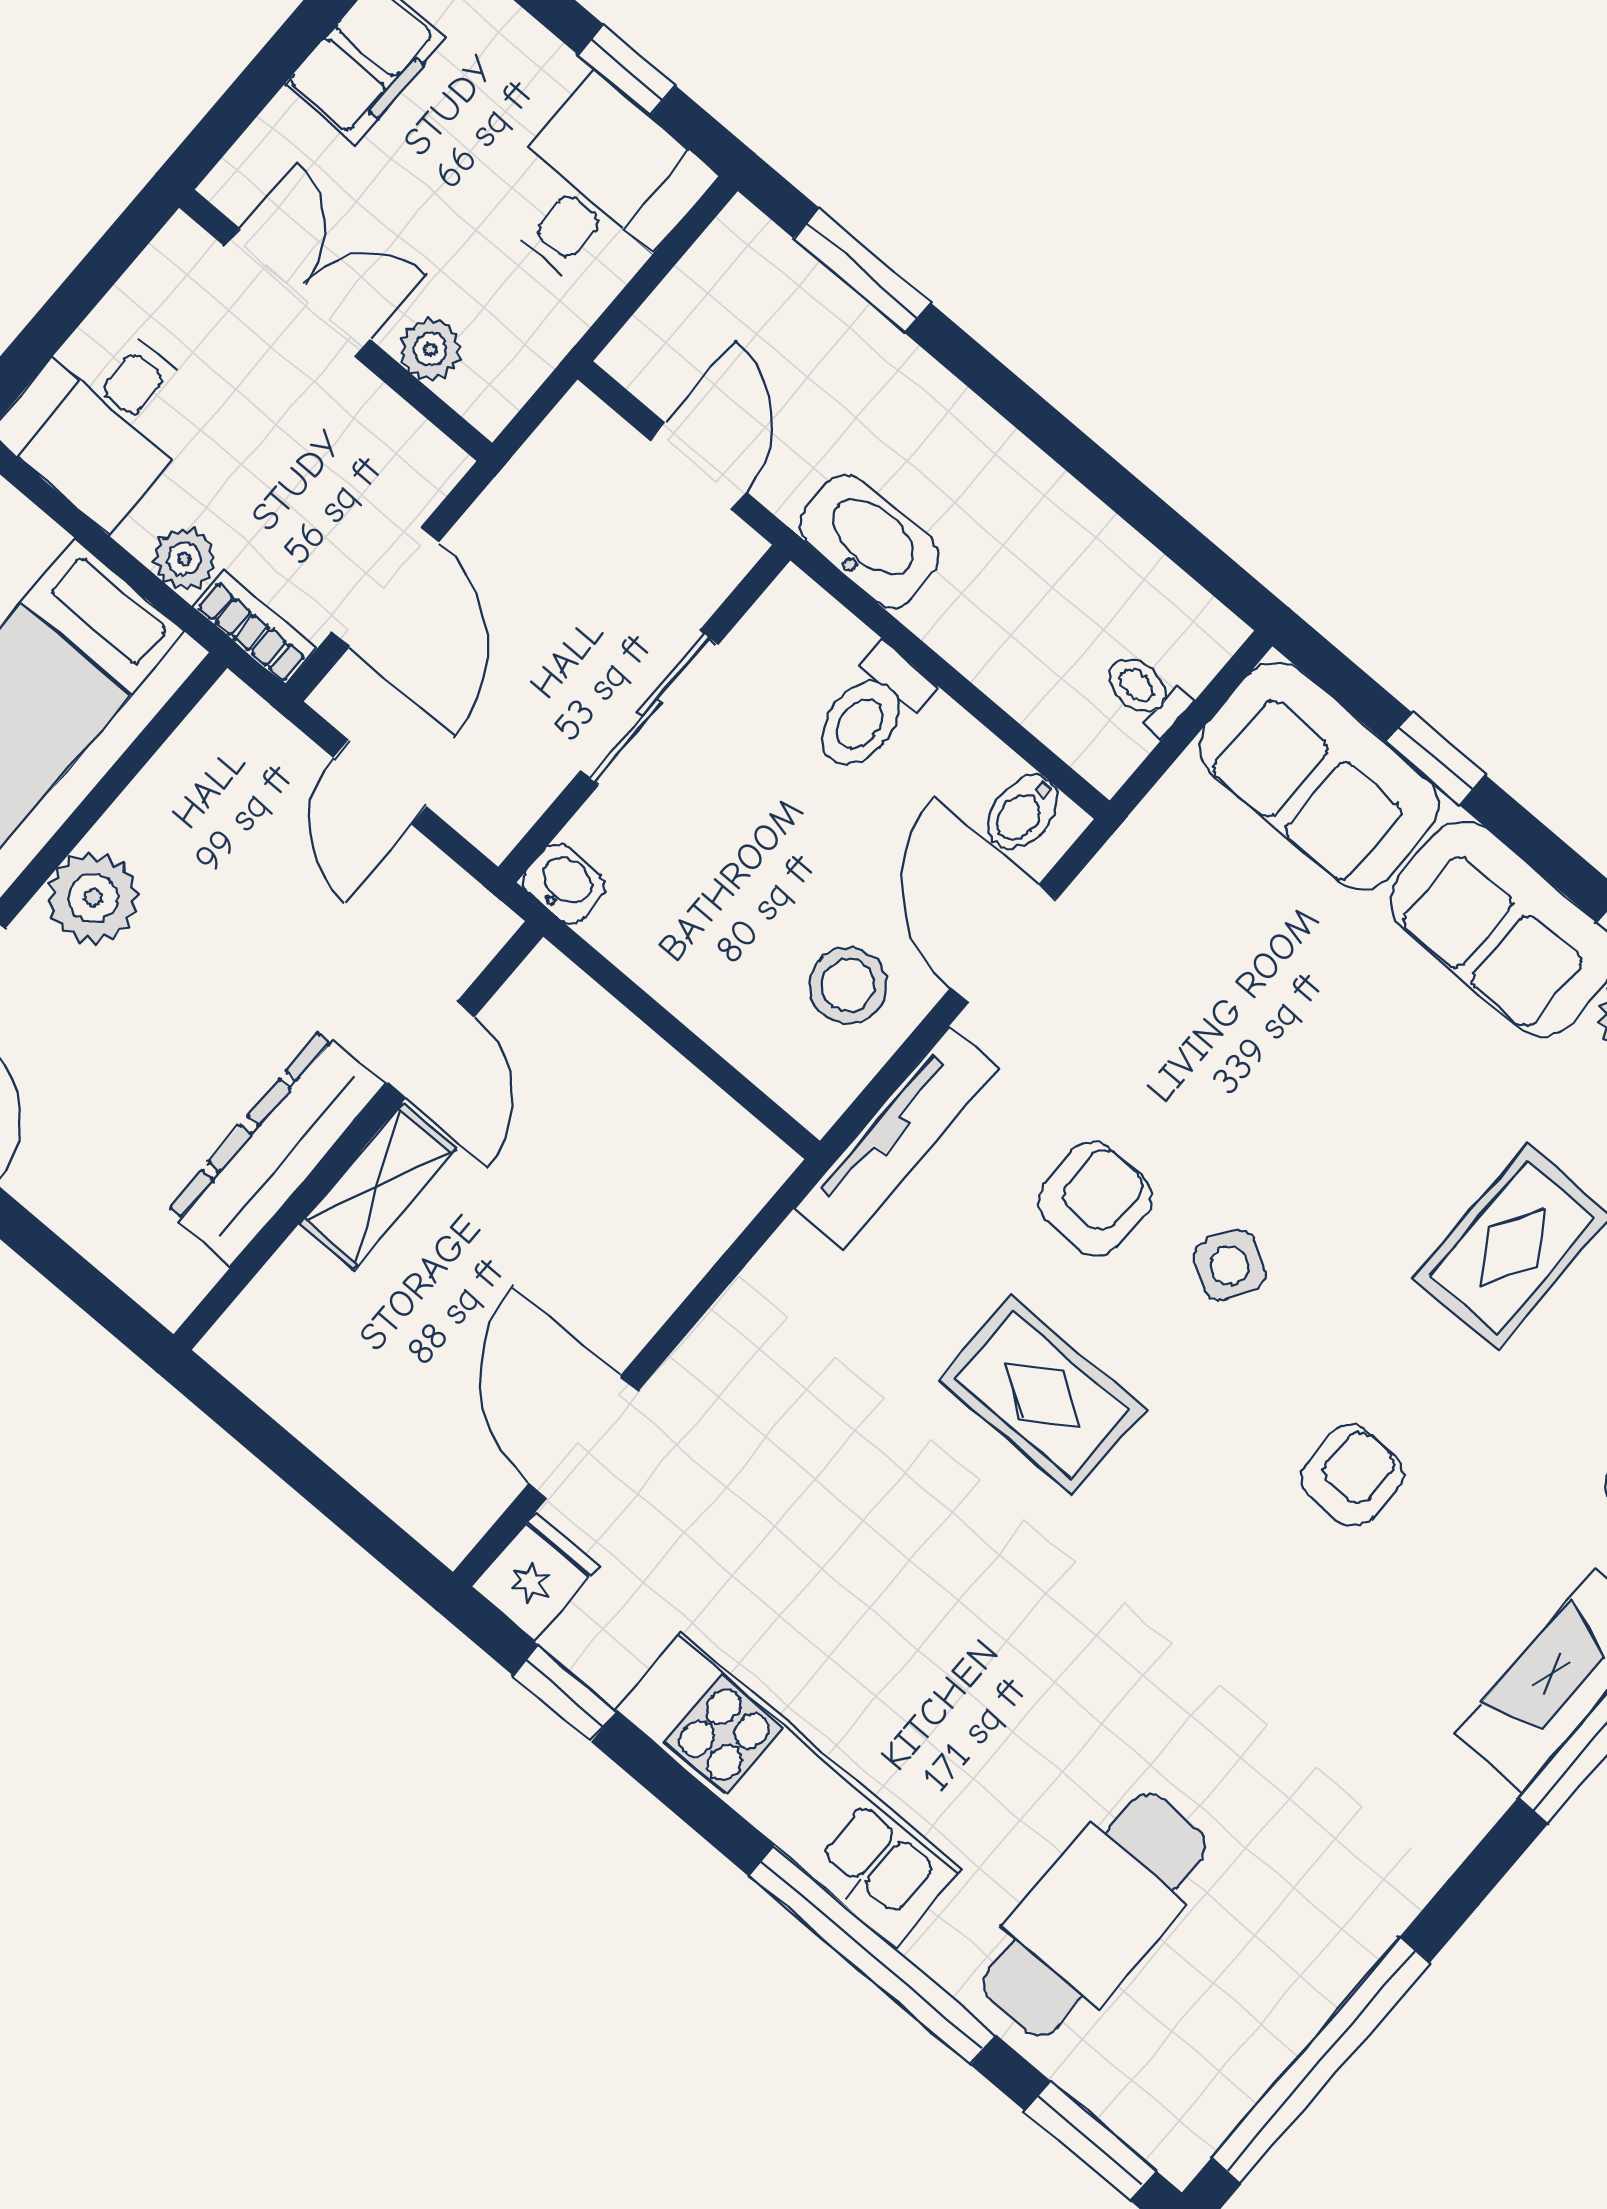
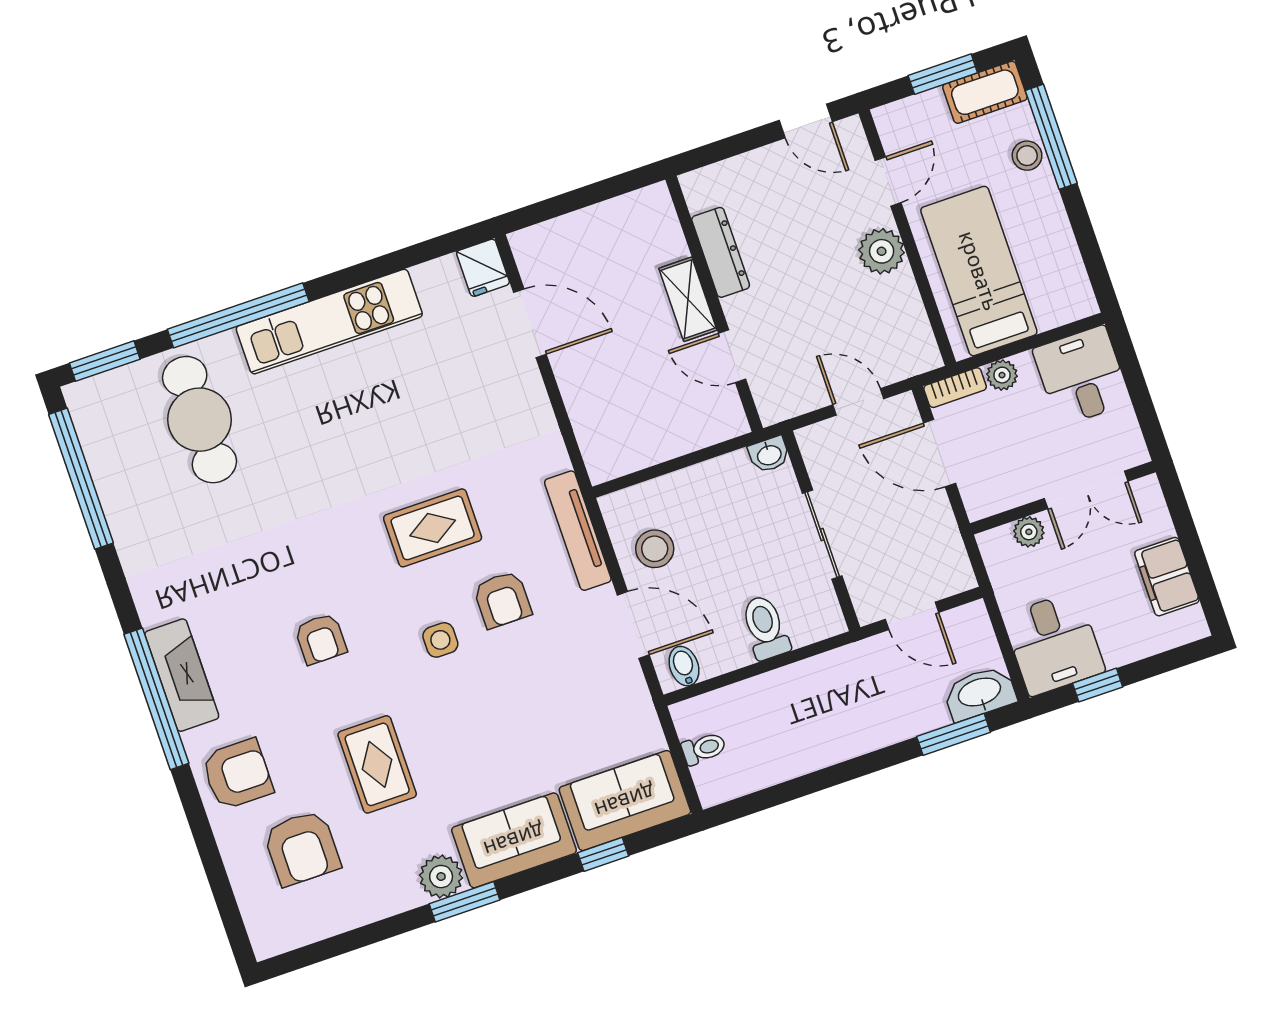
washbasin: (869, 541) -> (980, 693), moved, turned 180
dresser: (276, 1148) -> (721, 252), width x0.73, depth x0.80
side table: (1230, 1265) -> (440, 640), turned -30
window: (565, 1694) -> (426, 251), removed

